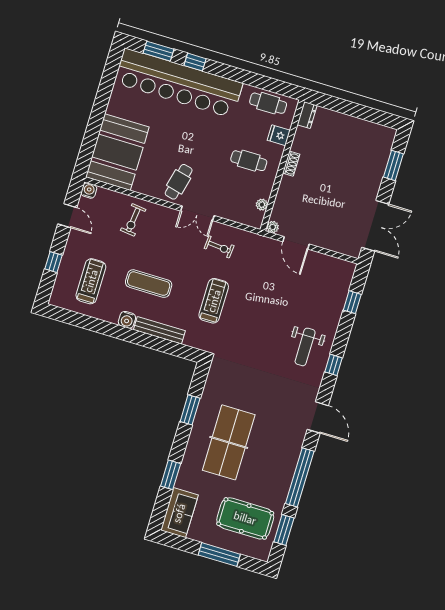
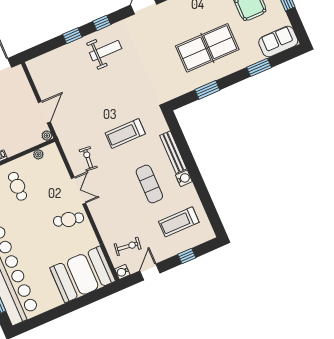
exercise bike: (133, 220) -> (128, 246), moved
window: (352, 302) -> (72, 36), moved

